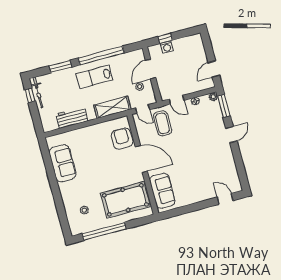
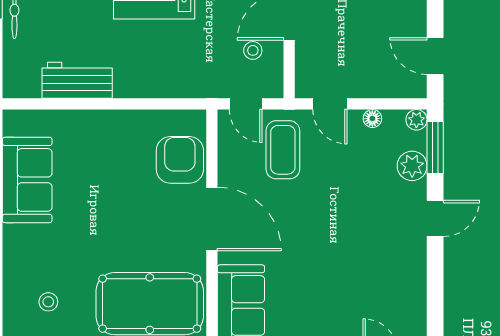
door: (214, 69) -> (435, 56), hinge flipped
shelving: (112, 107) -> (177, 82), removed
plant: (216, 116) -> (412, 166), added

